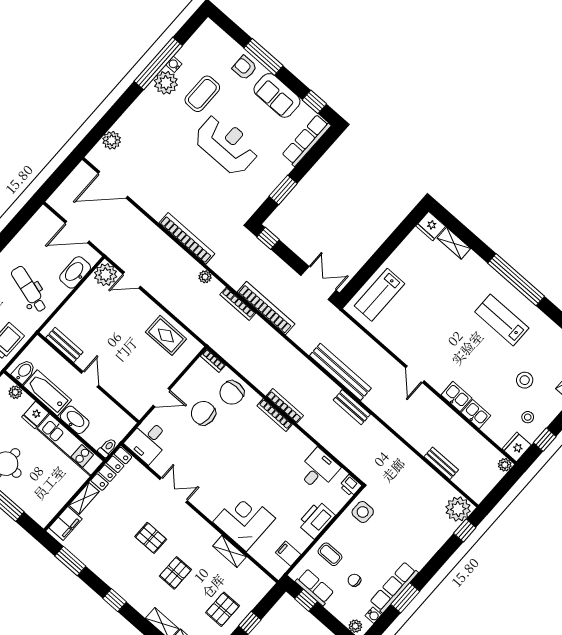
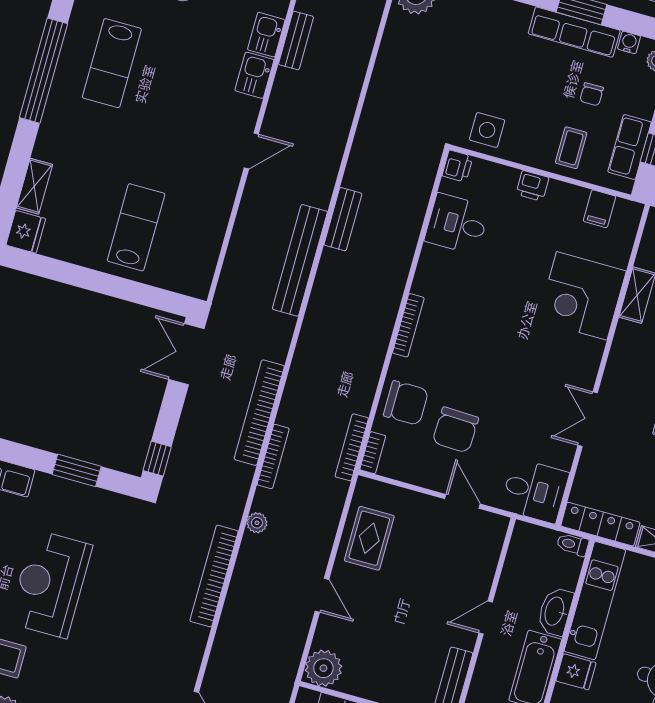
door: (132, 280) -> (322, 595), moved
lab bench: (380, 295) -> (136, 227), moved, turned -90
bookcase: (285, 406) -> (352, 447), moved
bench: (441, 463) -> (296, 40), moved
printer: (316, 520) -> (532, 186), width x0.53, depth x0.68

